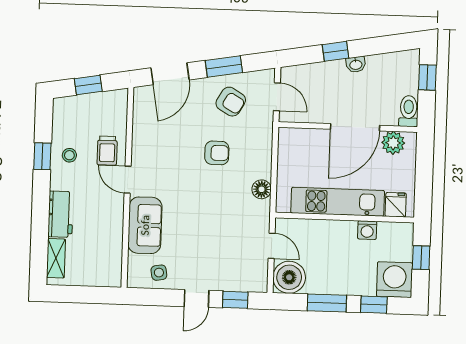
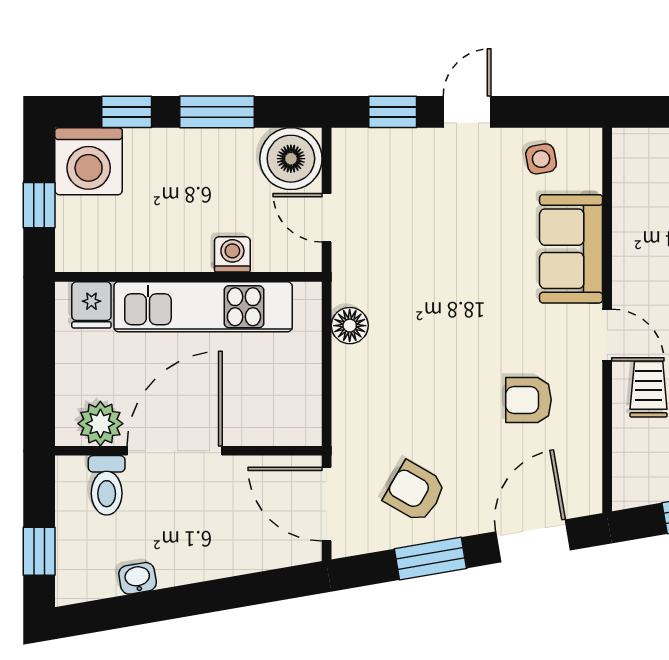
window: (336, 51) -> (217, 595), removed
washbasin: (356, 64) -> (138, 578), moved
door: (277, 97) -> (327, 504), width x1.37
toilet: (409, 111) -> (107, 485), moved
armchair: (217, 153) -> (528, 400), moved
washing machine: (367, 230) -> (232, 254), moved

